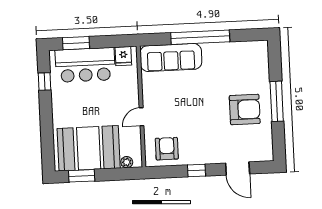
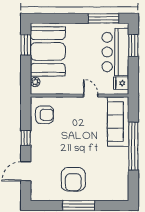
window: (44, 81) -> (104, 18), width x2.17
door: (142, 117) -> (91, 96), moved

